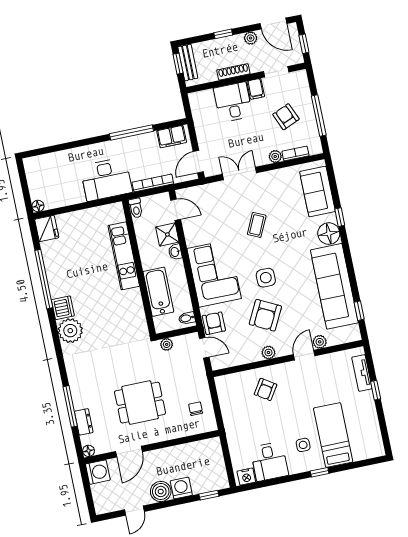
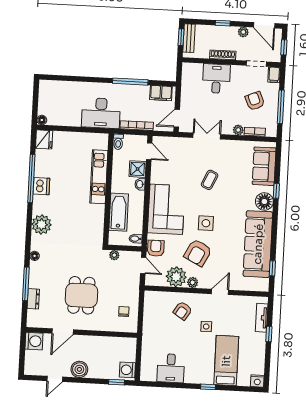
filing cabinet: (256, 89) -> (274, 75), moved
dishwasher: (63, 308) -> (41, 186), moved
plant: (320, 342) -> (176, 277), moved, width x1.88, depth x1.88
dining table: (140, 403) -> (81, 295), turned 90
side table: (303, 445) -> (206, 327), moved
floor lamp: (89, 451) -> (35, 256), moved
nightstand: (246, 477) -> (257, 381), moved
washing machine: (181, 488) -> (127, 370), moved, turned -90

